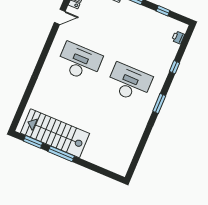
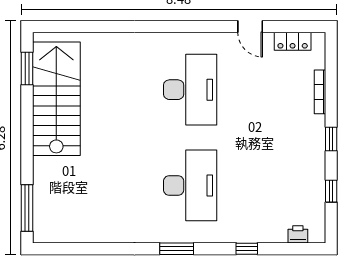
window: (61, 154) -> (27, 208), moved

